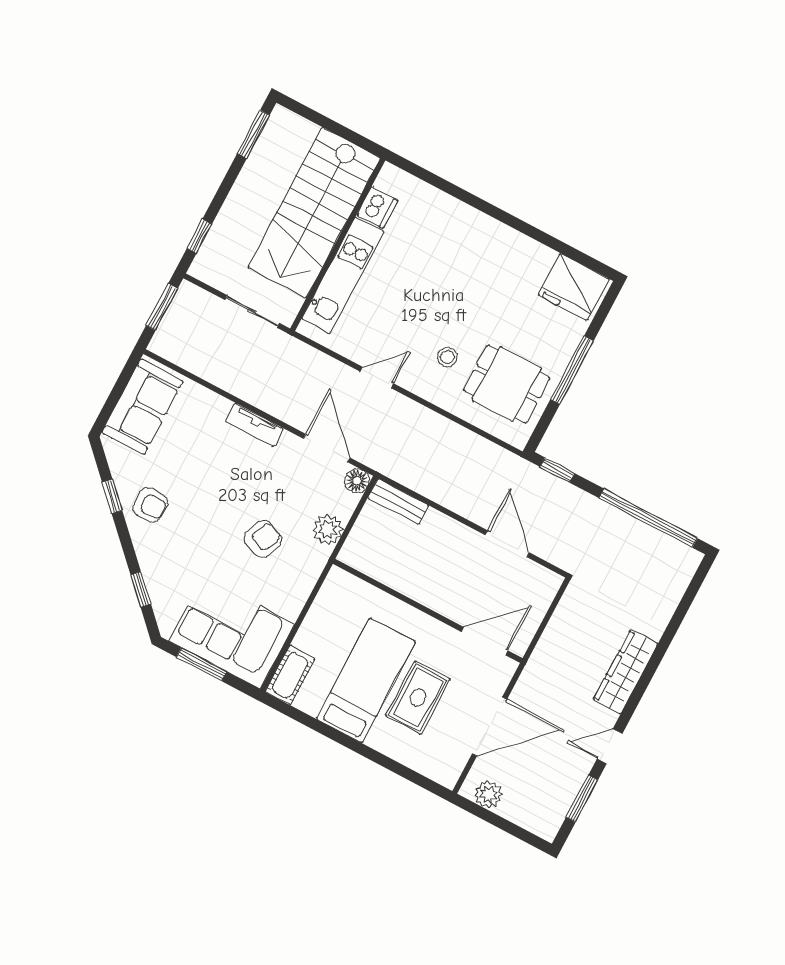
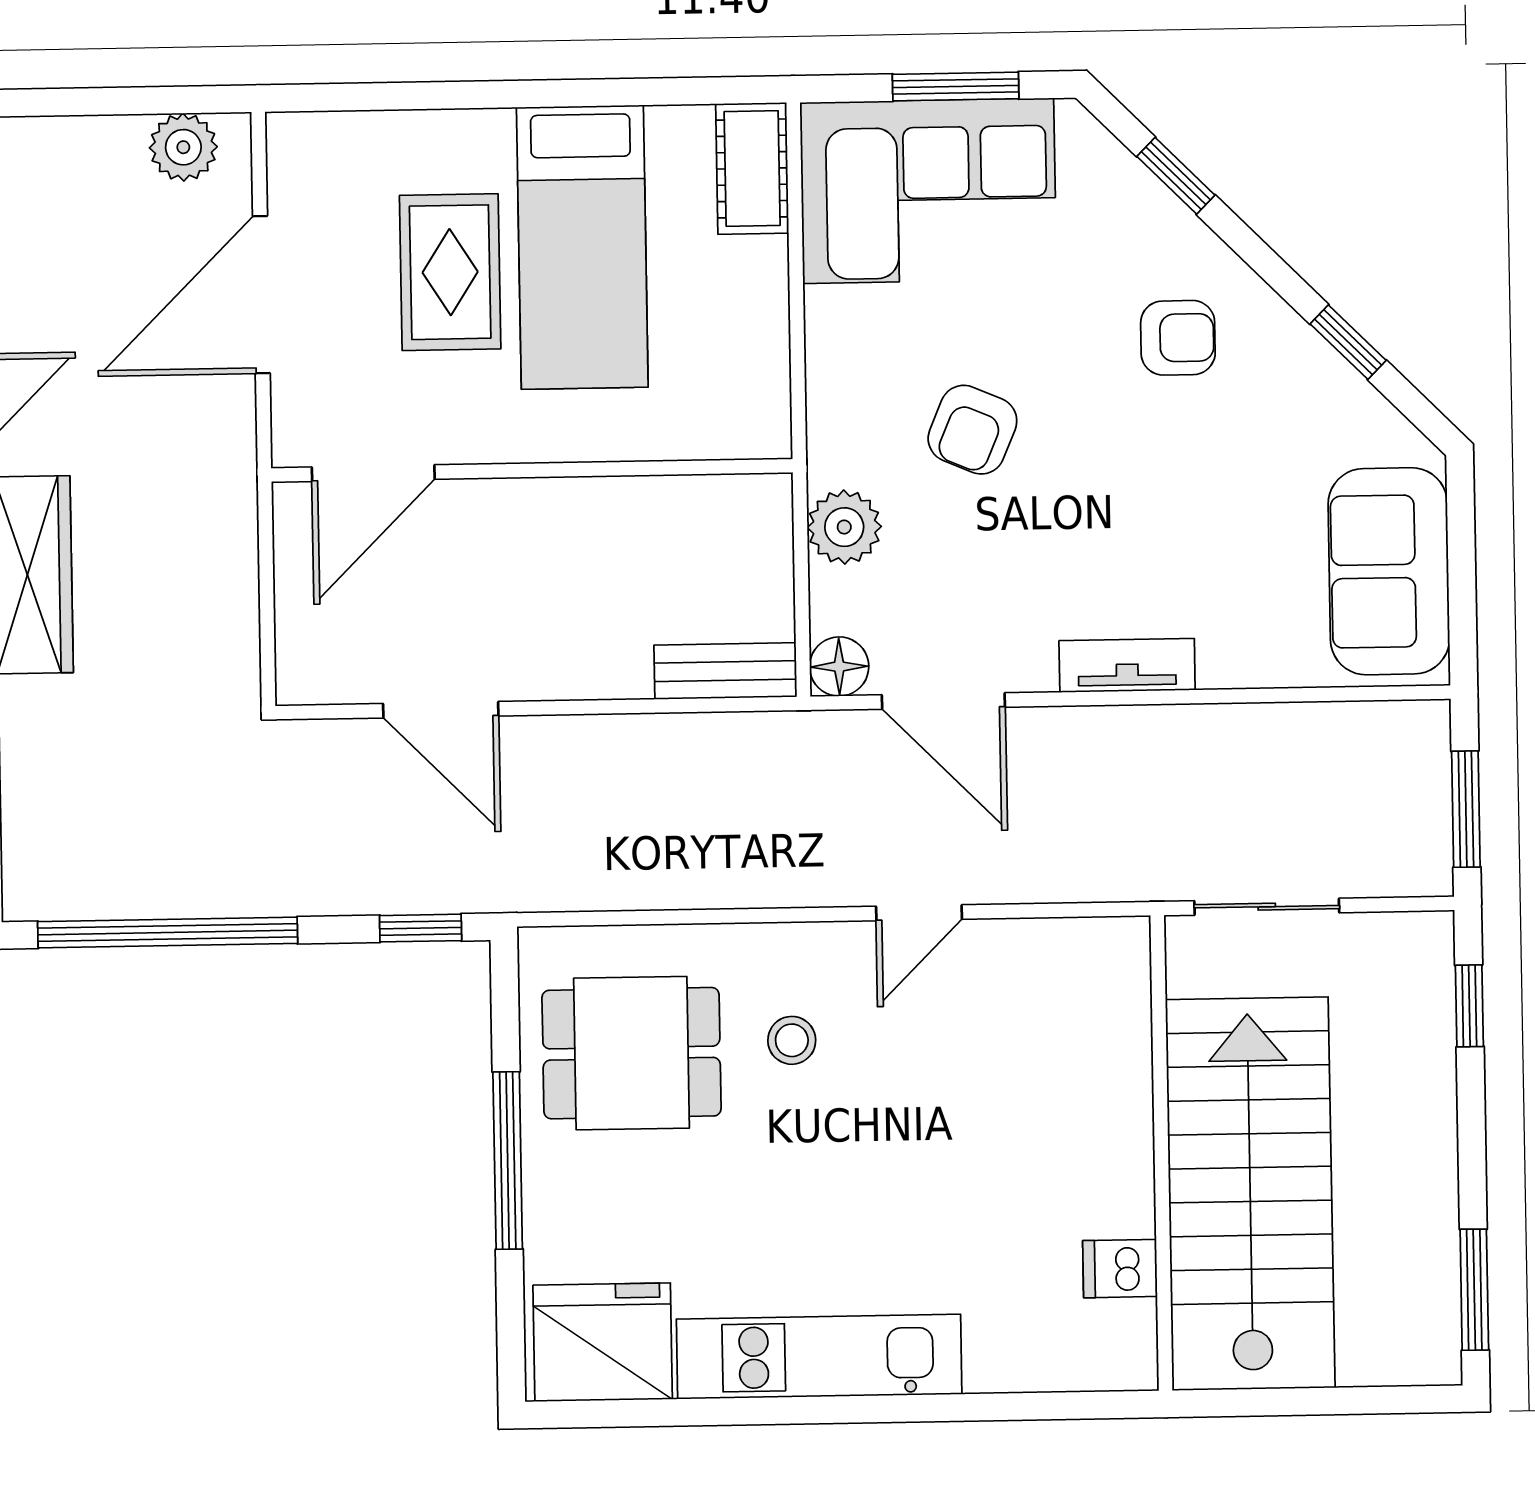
dishwasher: (377, 208) -> (1120, 1269), width x0.73
kitchen unit: (343, 275) -> (819, 1357), moved, turned 90
armchair: (150, 505) -> (1178, 338), moved, turned 180

